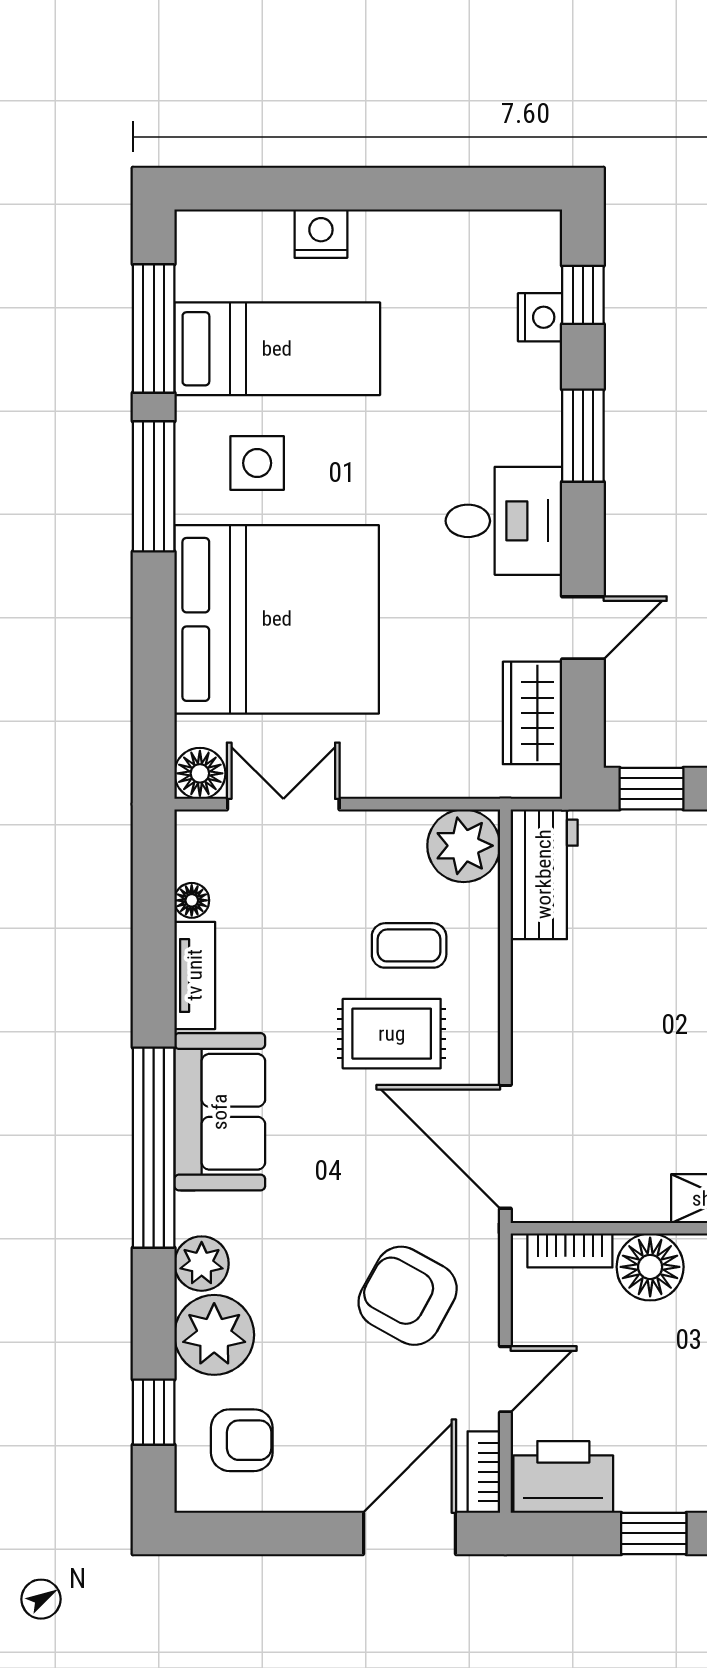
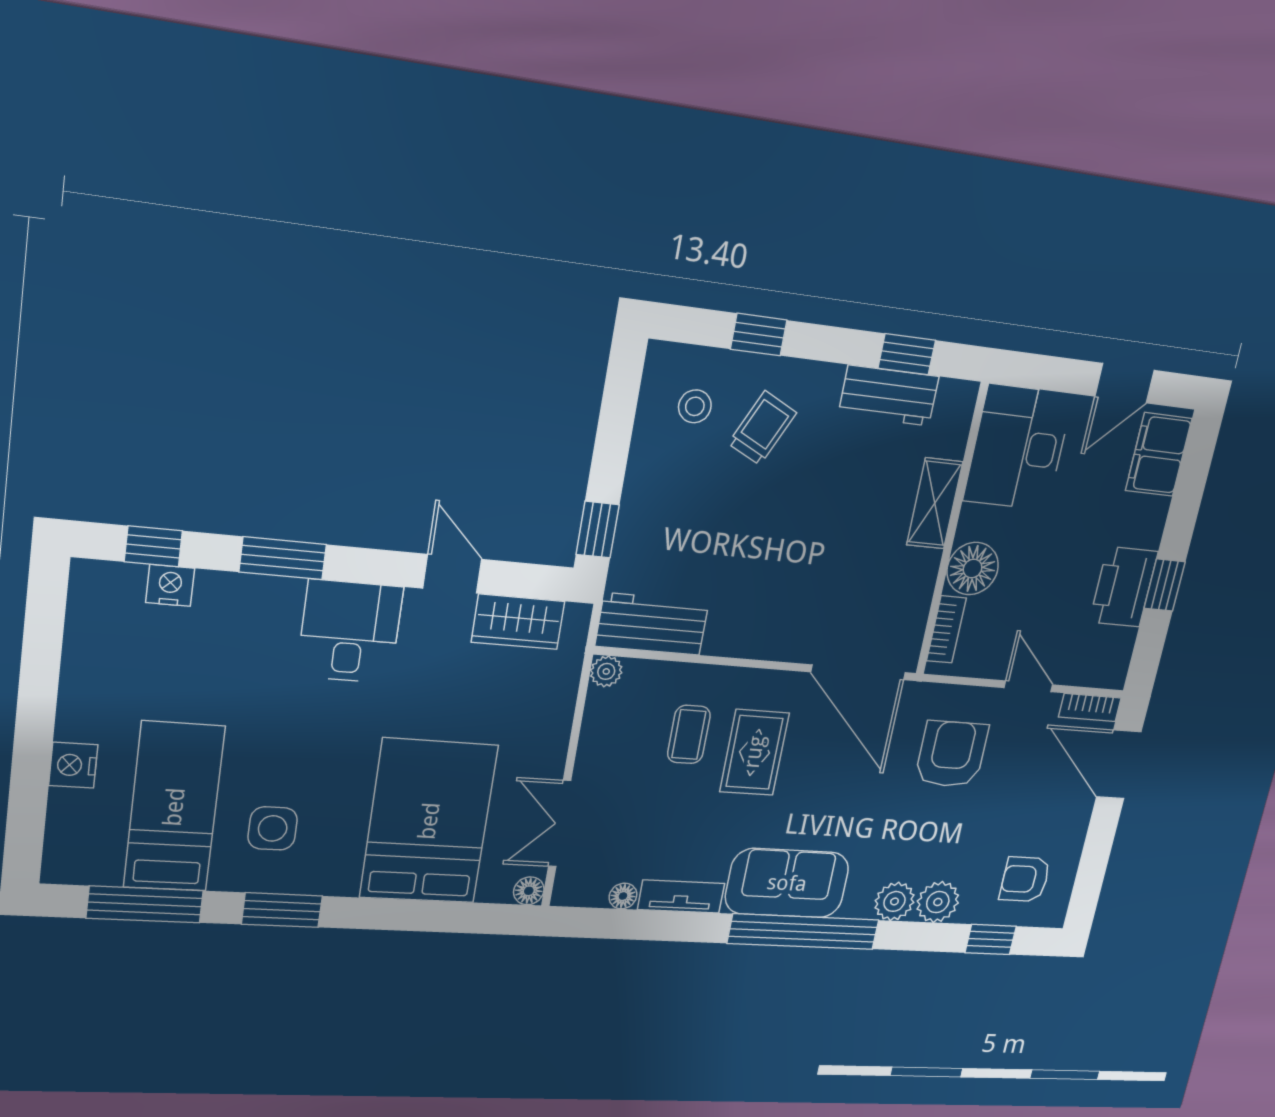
window: (154, 486) -> (282, 910), width x0.69
bed: (277, 619) -> (429, 821), width x0.73
floor lamp: (200, 773) -> (529, 891), width x0.73, depth x0.73
plant: (464, 846) -> (606, 671), width x0.53, depth x0.53
door: (505, 1147) -> (858, 672), hinge flipped
armchair: (408, 1296) -> (952, 754), turned 151
plant: (214, 1335) -> (938, 902), width x0.73, depth x0.73
armchair: (242, 1440) -> (1025, 879), turned -90
printer: (563, 1477) -> (1123, 587), moved

